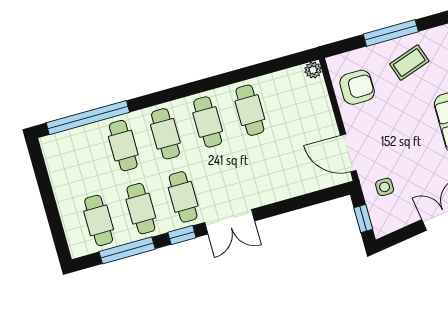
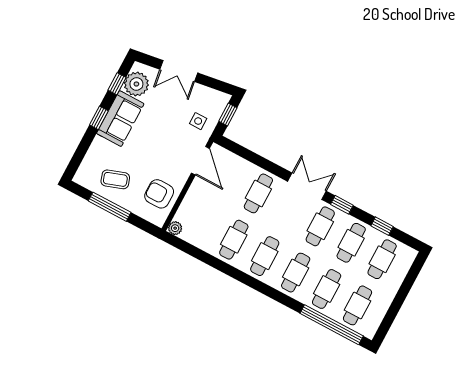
cafe table: (81, 157) -> (357, 305), added
cafe table: (267, 173) -> (258, 193), added
window: (127, 250) -> (382, 226), width x0.46

